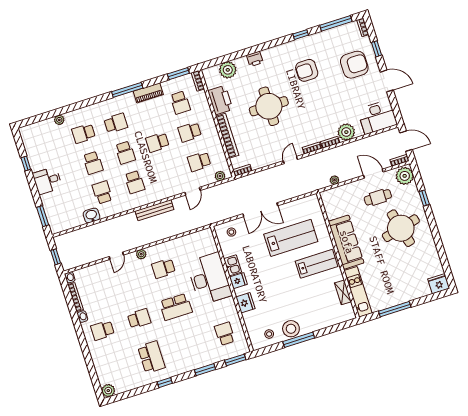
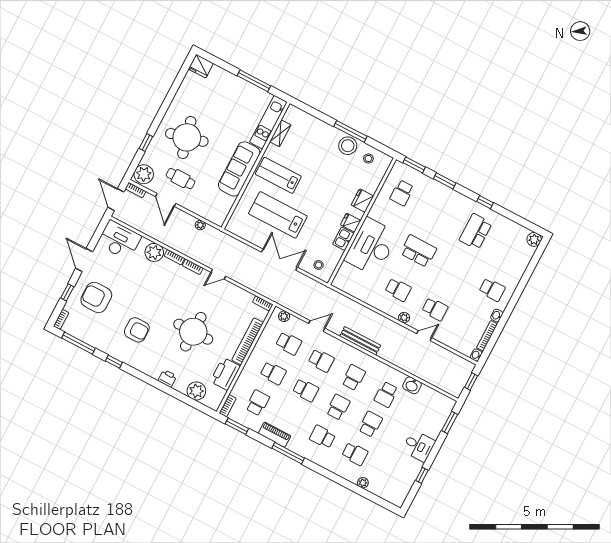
school desk: (167, 172) -> (321, 360), added
school desk: (139, 319) -> (435, 309), moved, turned 180

